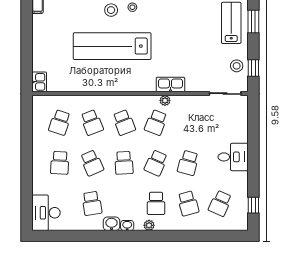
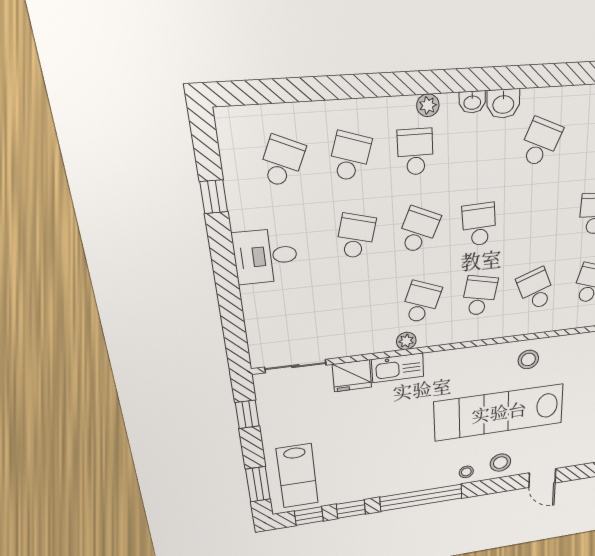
lab bench: (112, 46) -> (499, 412), turned 180
stool: (237, 66) -> (528, 359), moved
fridge: (196, 83) -> (352, 376), added
school desk: (124, 122) -> (479, 296), turned 33
school desk: (92, 163) -> (538, 219), removed
school desk: (92, 203) -> (540, 142), turned 33
school desk: (188, 203) -> (350, 157), turned 33
window: (253, 205) -> (214, 197), moved

